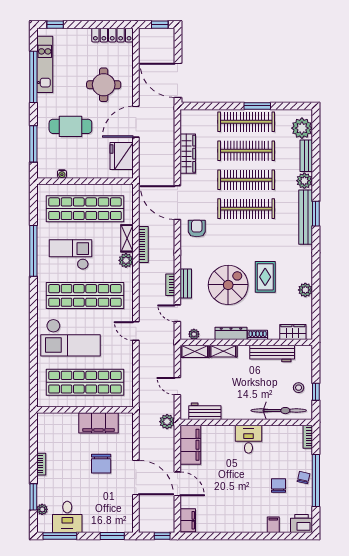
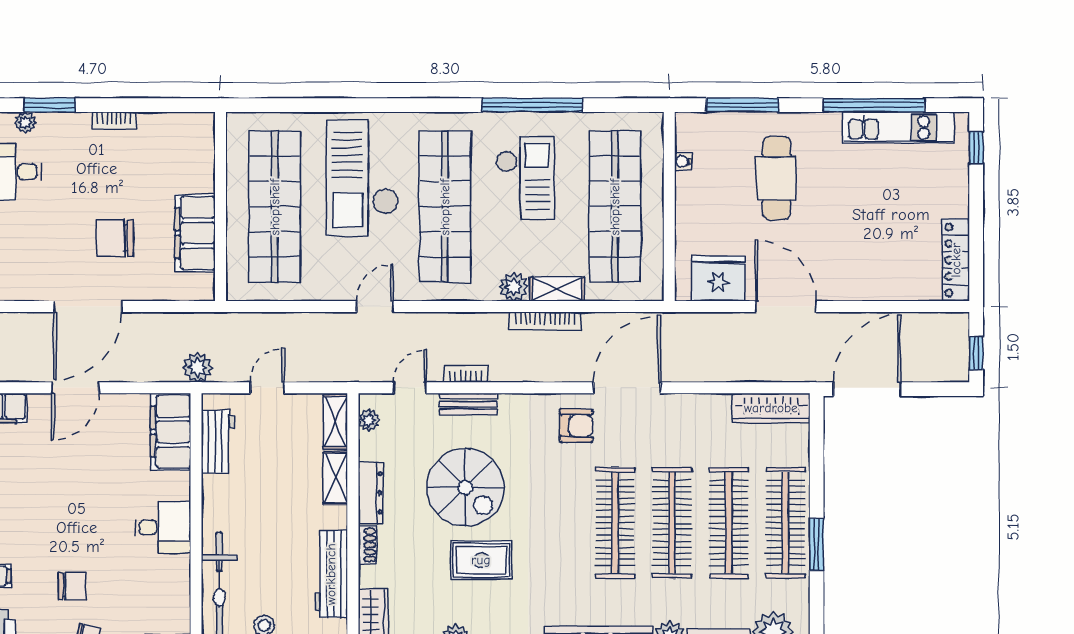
round table: (104, 85) -> (858, 243), removed
wardrobe: (188, 154) -> (771, 408), moved
filing cabinet: (190, 445) -> (171, 432), moved, turned 90

